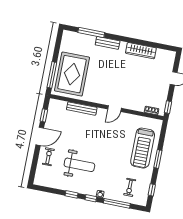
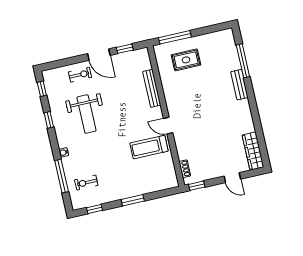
wardrobe: (141, 51) -> (253, 151), moved
rug: (72, 74) -> (186, 60), width x0.54, depth x0.49
treadmill: (143, 148) -> (149, 147), moved, width x0.73, depth x0.73
window: (91, 198) -> (42, 89), moved

